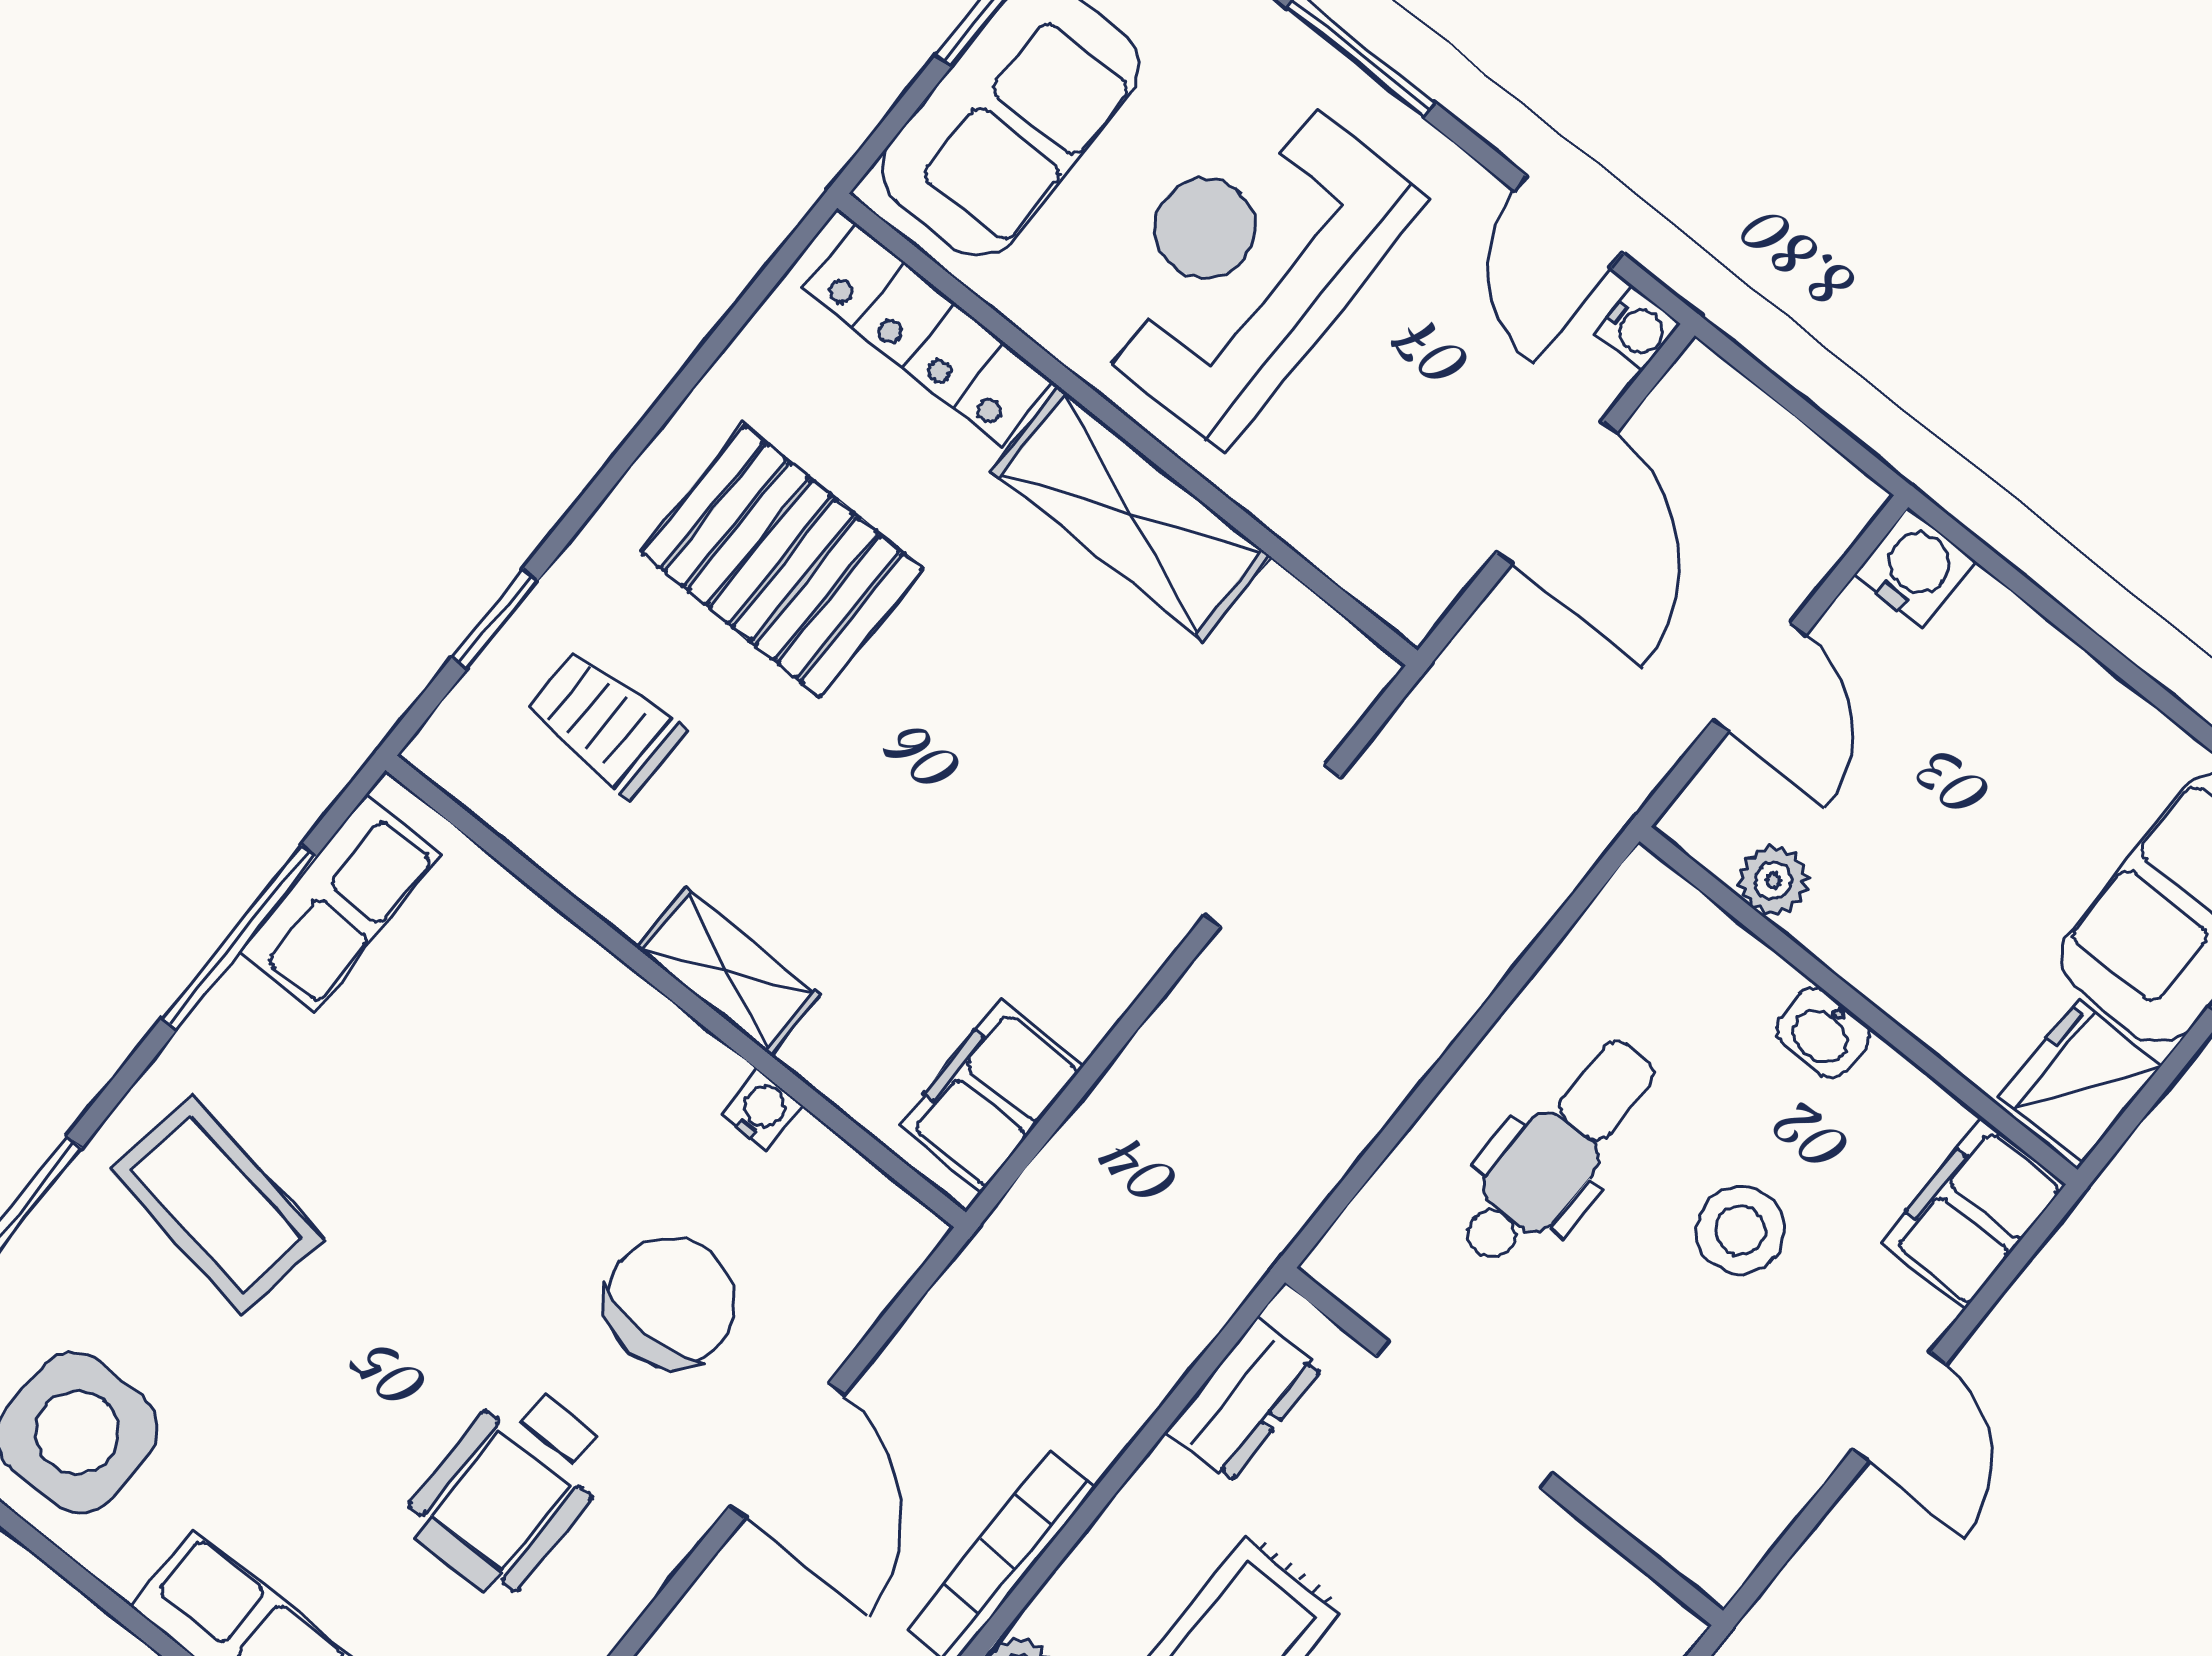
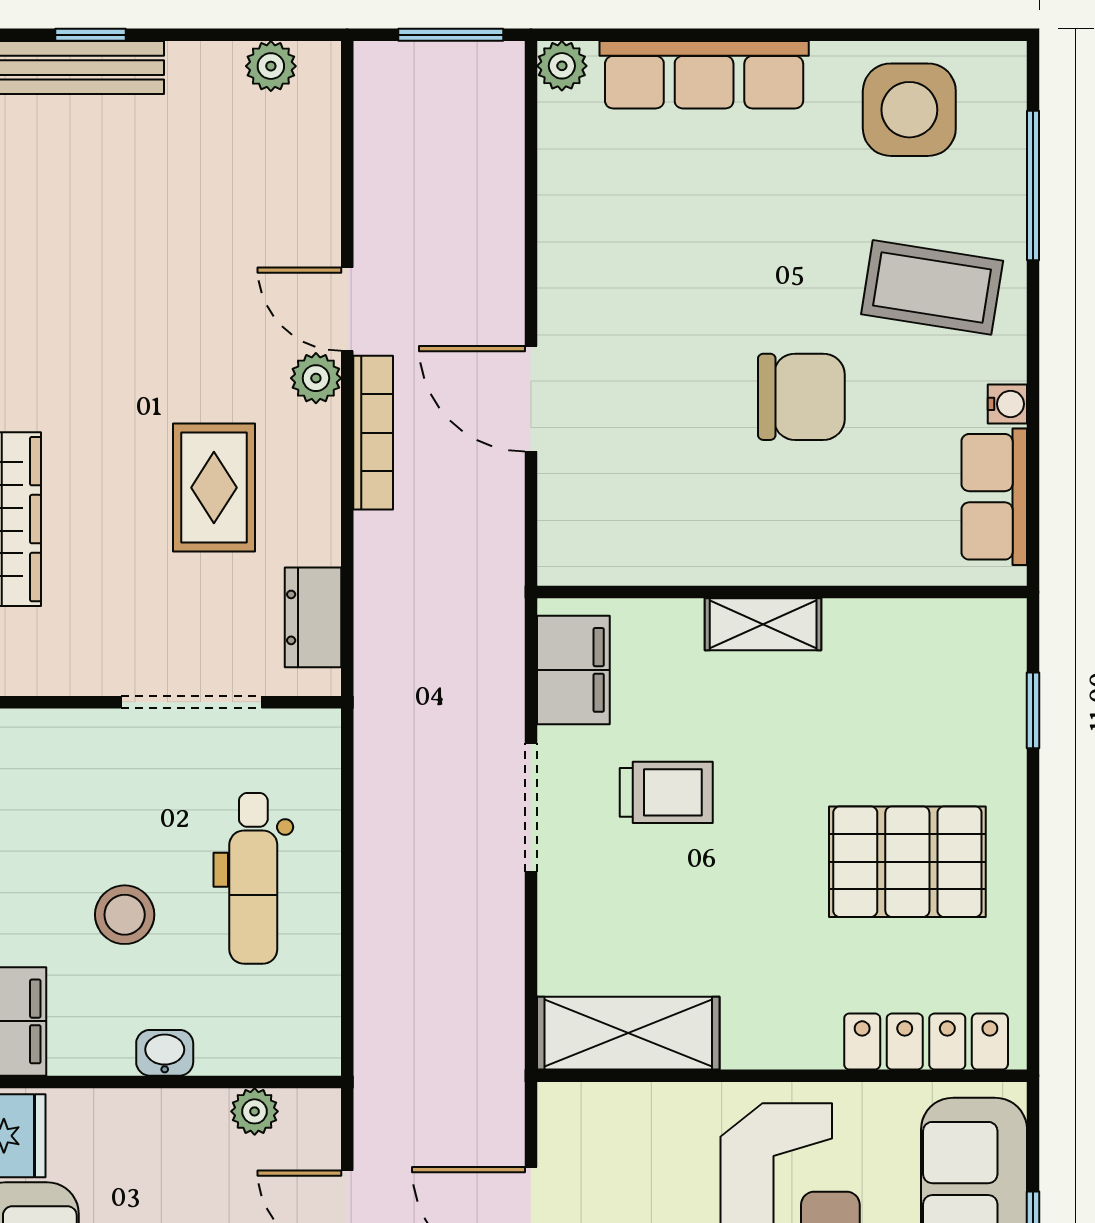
shelving: (1131, 514) -> (628, 1033), moved
trolley: (604, 722) -> (666, 792), moved
doorway: (1273, 846) -> (531, 808), moved
window: (239, 937) -> (1033, 437), removed
water cooler: (762, 1110) -> (1007, 404), moved, turned -90
chair: (670, 1302) -> (801, 397), moved, turned -90
wheelchair: (510, 1489) -> (659, 262), removed

